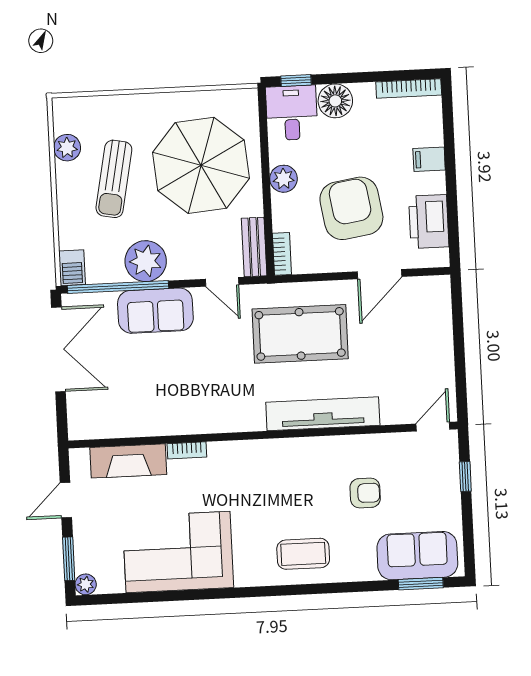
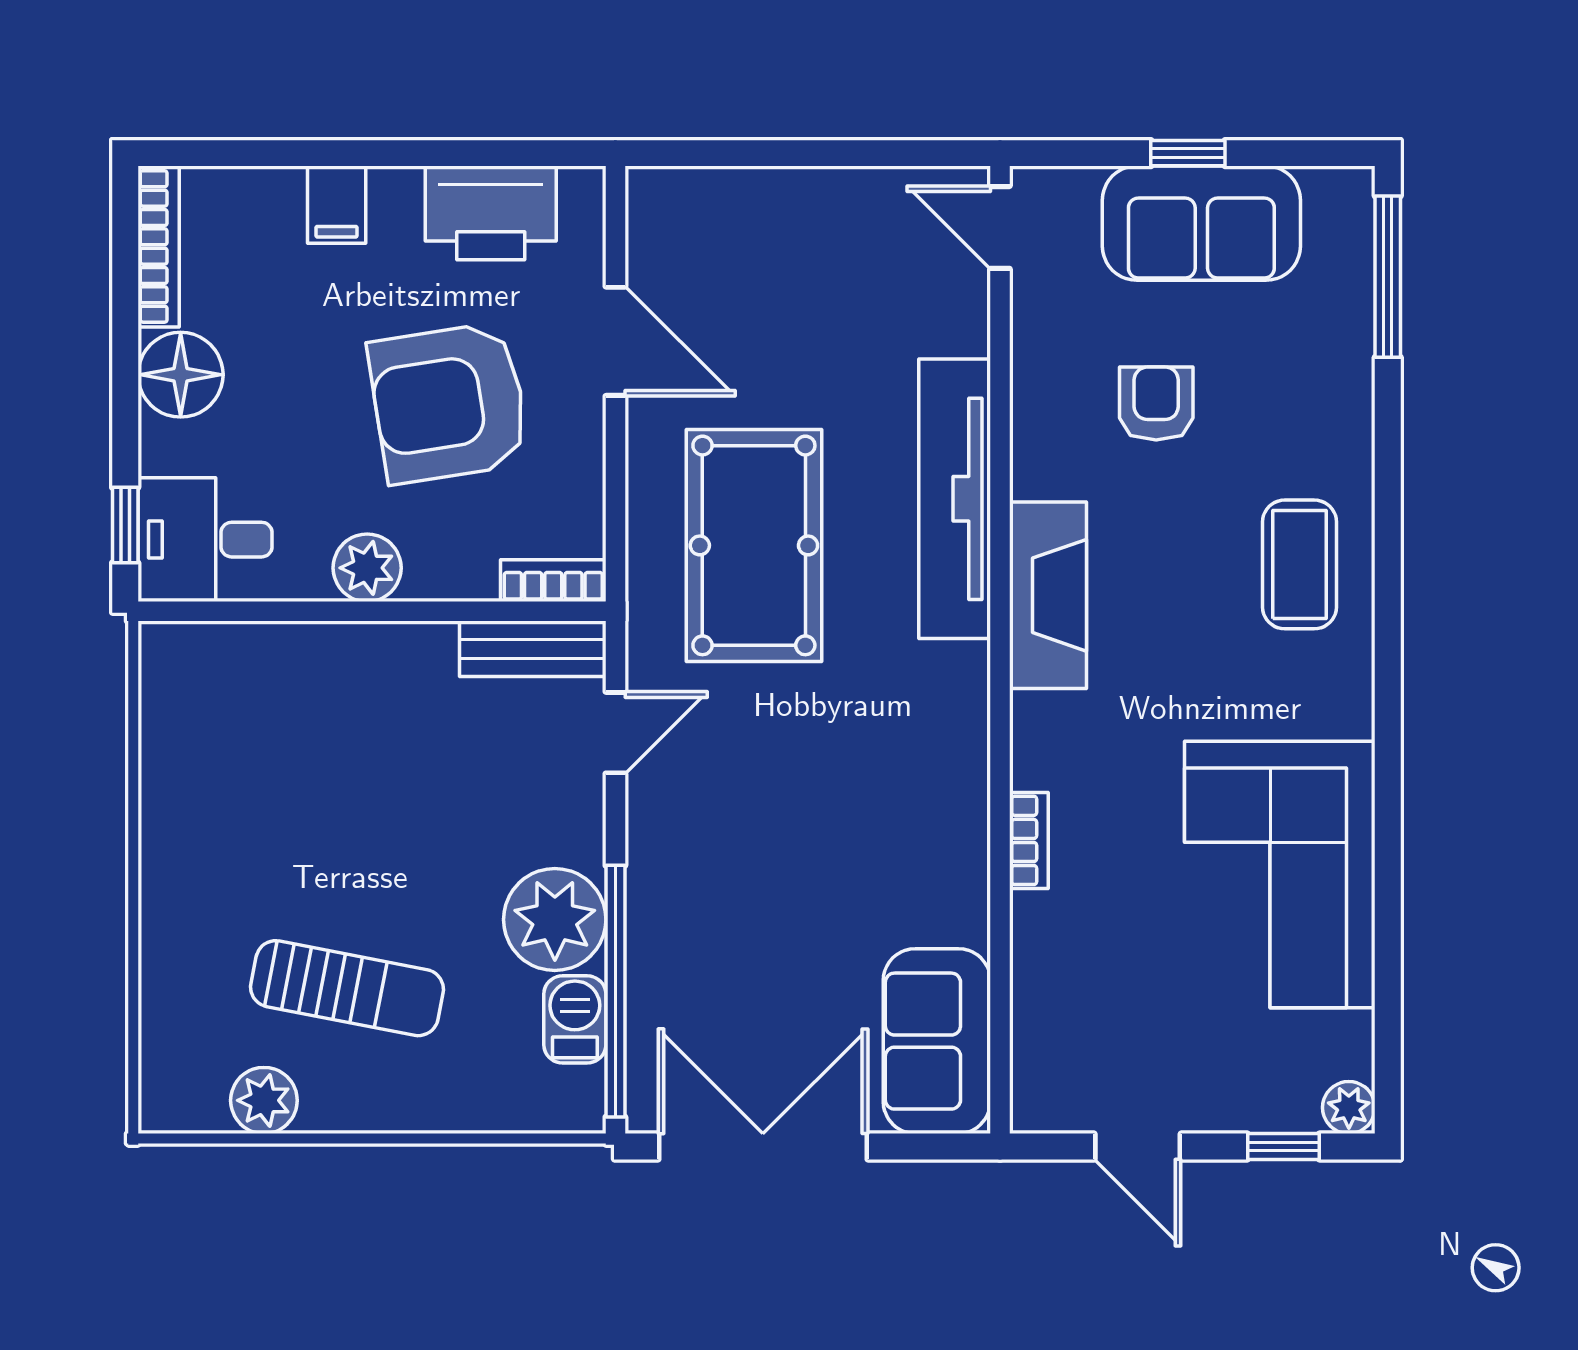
floor lamp: (335, 101) -> (181, 375), moved
parasol: (201, 165) -> (324, 771), removed
barbecue: (72, 268) -> (575, 1019), moved, turned -90
sofa: (155, 311) -> (937, 1041), moved, turned 180
fireplace: (128, 461) -> (1048, 595), moved
window: (465, 477) -> (1188, 153), moved
sofa: (417, 556) -> (1201, 223), moved, turned -90
window: (69, 559) -> (1283, 1146), width x0.67
window: (421, 584) -> (1388, 277), width x1.44

